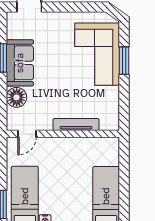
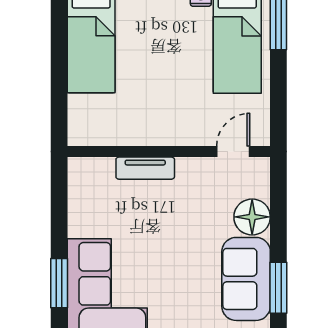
tv unit: (76, 125) -> (145, 168), width x0.71

